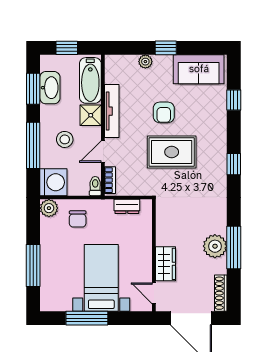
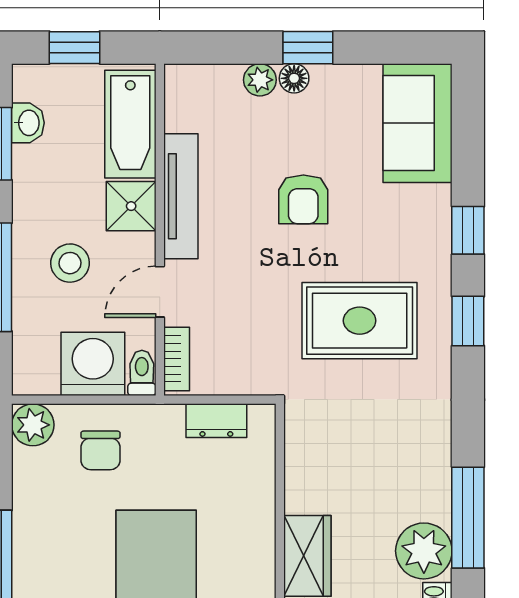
floor lamp: (160, 61) -> (294, 78), added
sofa: (199, 69) -> (418, 123), moved, turned 90
washbasin: (50, 88) -> (28, 123), width x0.52, depth x0.69
window: (234, 100) -> (468, 230), moved
rug: (172, 152) -> (360, 321), moved
washing machine: (53, 182) -> (93, 364), moved, turned -90
plant: (215, 246) -> (424, 551), moved

